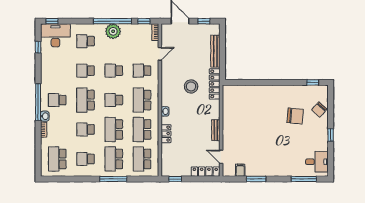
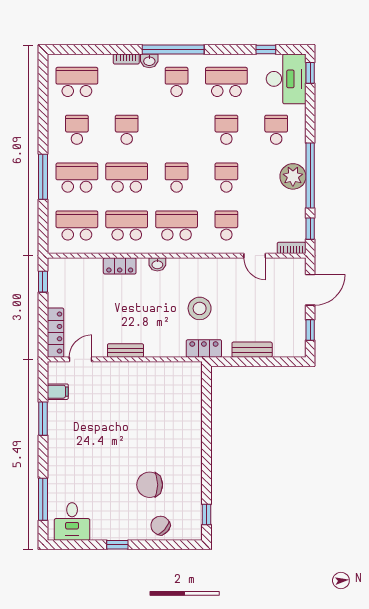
bench: (215, 51) -> (252, 350), width x0.73
locker: (215, 84) -> (204, 348), width x0.66
school desk: (86, 100) -> (226, 82), moved
chair: (295, 116) -> (150, 485), turned 85

